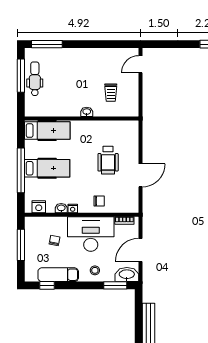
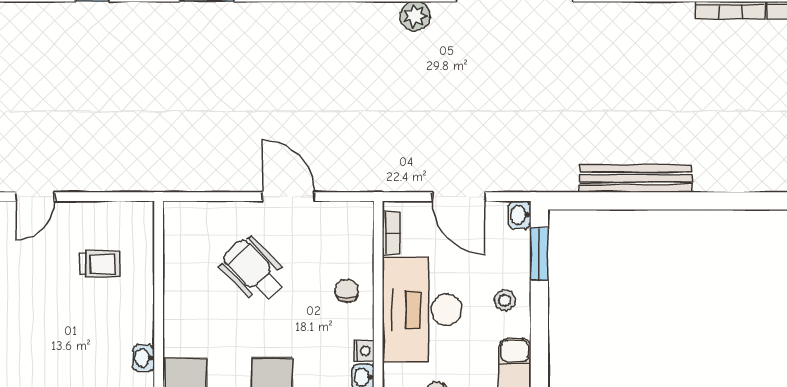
door: (140, 64) -> (35, 197), hinge flipped
washbasin: (87, 112) -> (144, 358), moved
wheelchair: (108, 160) -> (254, 270), turned -134
washbasin: (127, 275) -> (520, 215), width x0.52, depth x0.69

